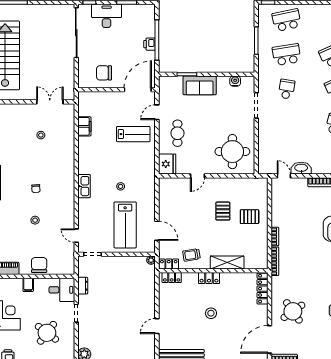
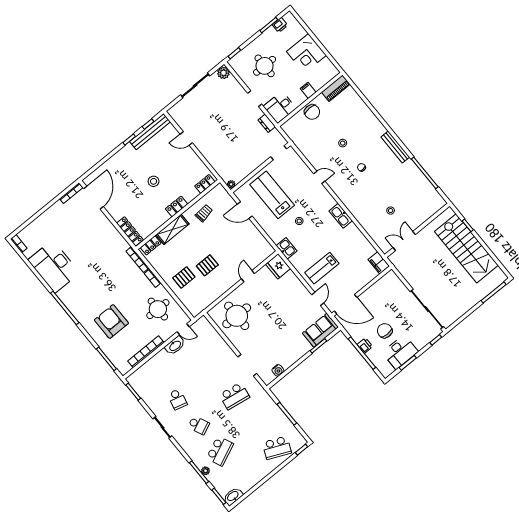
desk: (107, 16) -> (400, 352), moved
school desk: (287, 20) -> (277, 448), turned 36
school desk: (287, 55) -> (256, 422), removed
chair: (104, 73) -> (385, 331), moved, turned -90
sofa: (200, 85) -> (320, 330), moved
school desk: (287, 89) -> (234, 396), width x1.85
door: (138, 90) -> (346, 304), hinge flipped
double door: (50, 102) -> (404, 241), swing flipped
filing cabinet: (84, 126) -> (379, 263), moved
cafe table: (177, 133) -> (289, 296), removed
kitchen sink: (149, 173) -> (287, 248), added
kitchen sink: (84, 186) -> (341, 216), moved
pallet: (223, 211) -> (207, 265), turned 90
door: (76, 236) -> (319, 177), moved
locker: (169, 264) -> (151, 245), moved
round table: (293, 311) -> (158, 309), moved, turned 35
door: (157, 326) -> (186, 138), swing flipped
round table: (47, 333) -> (265, 66), turned -37

